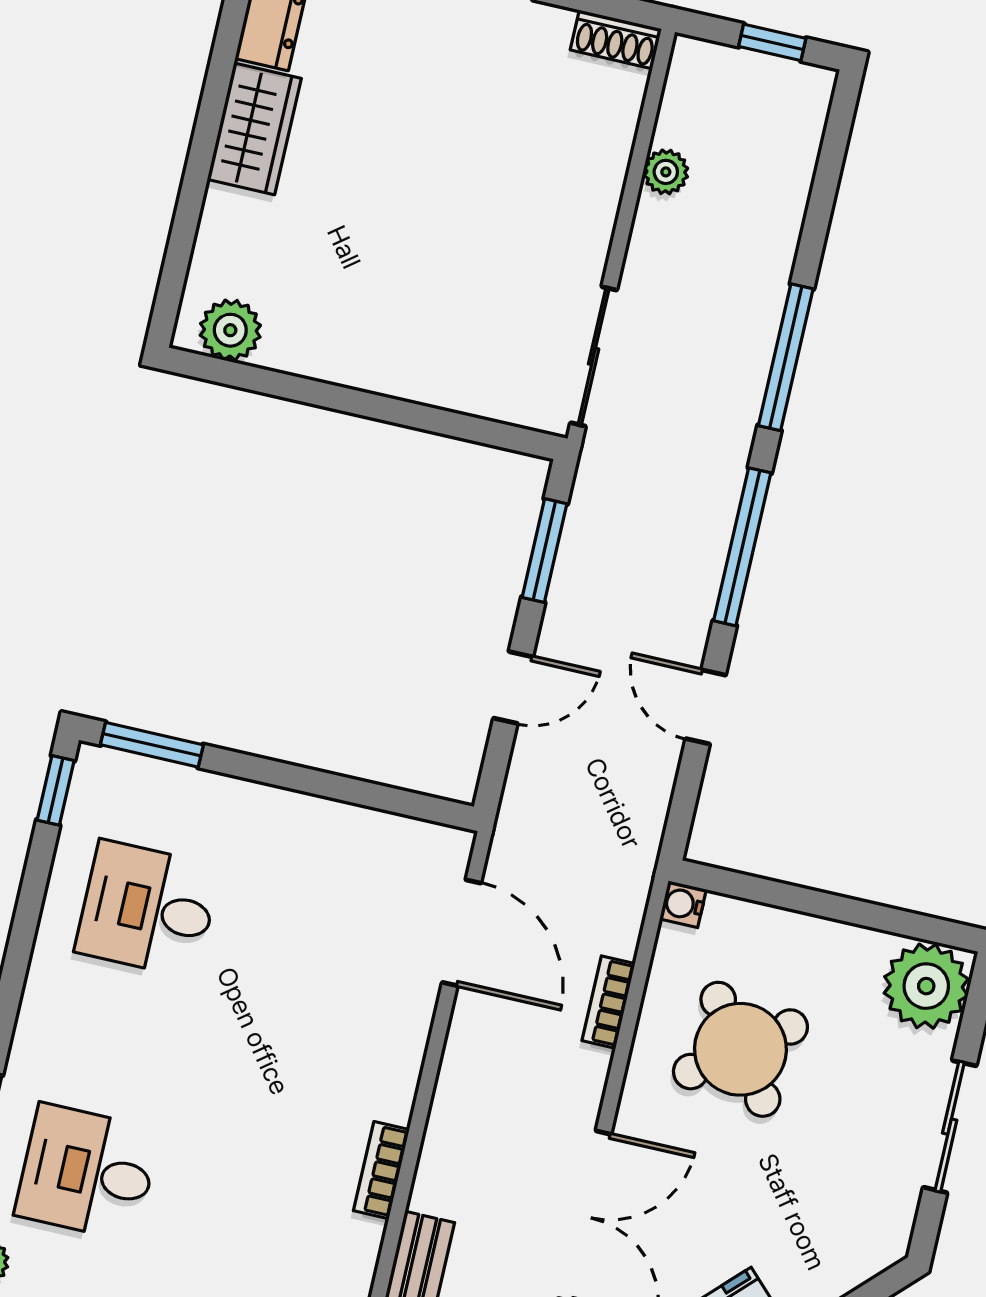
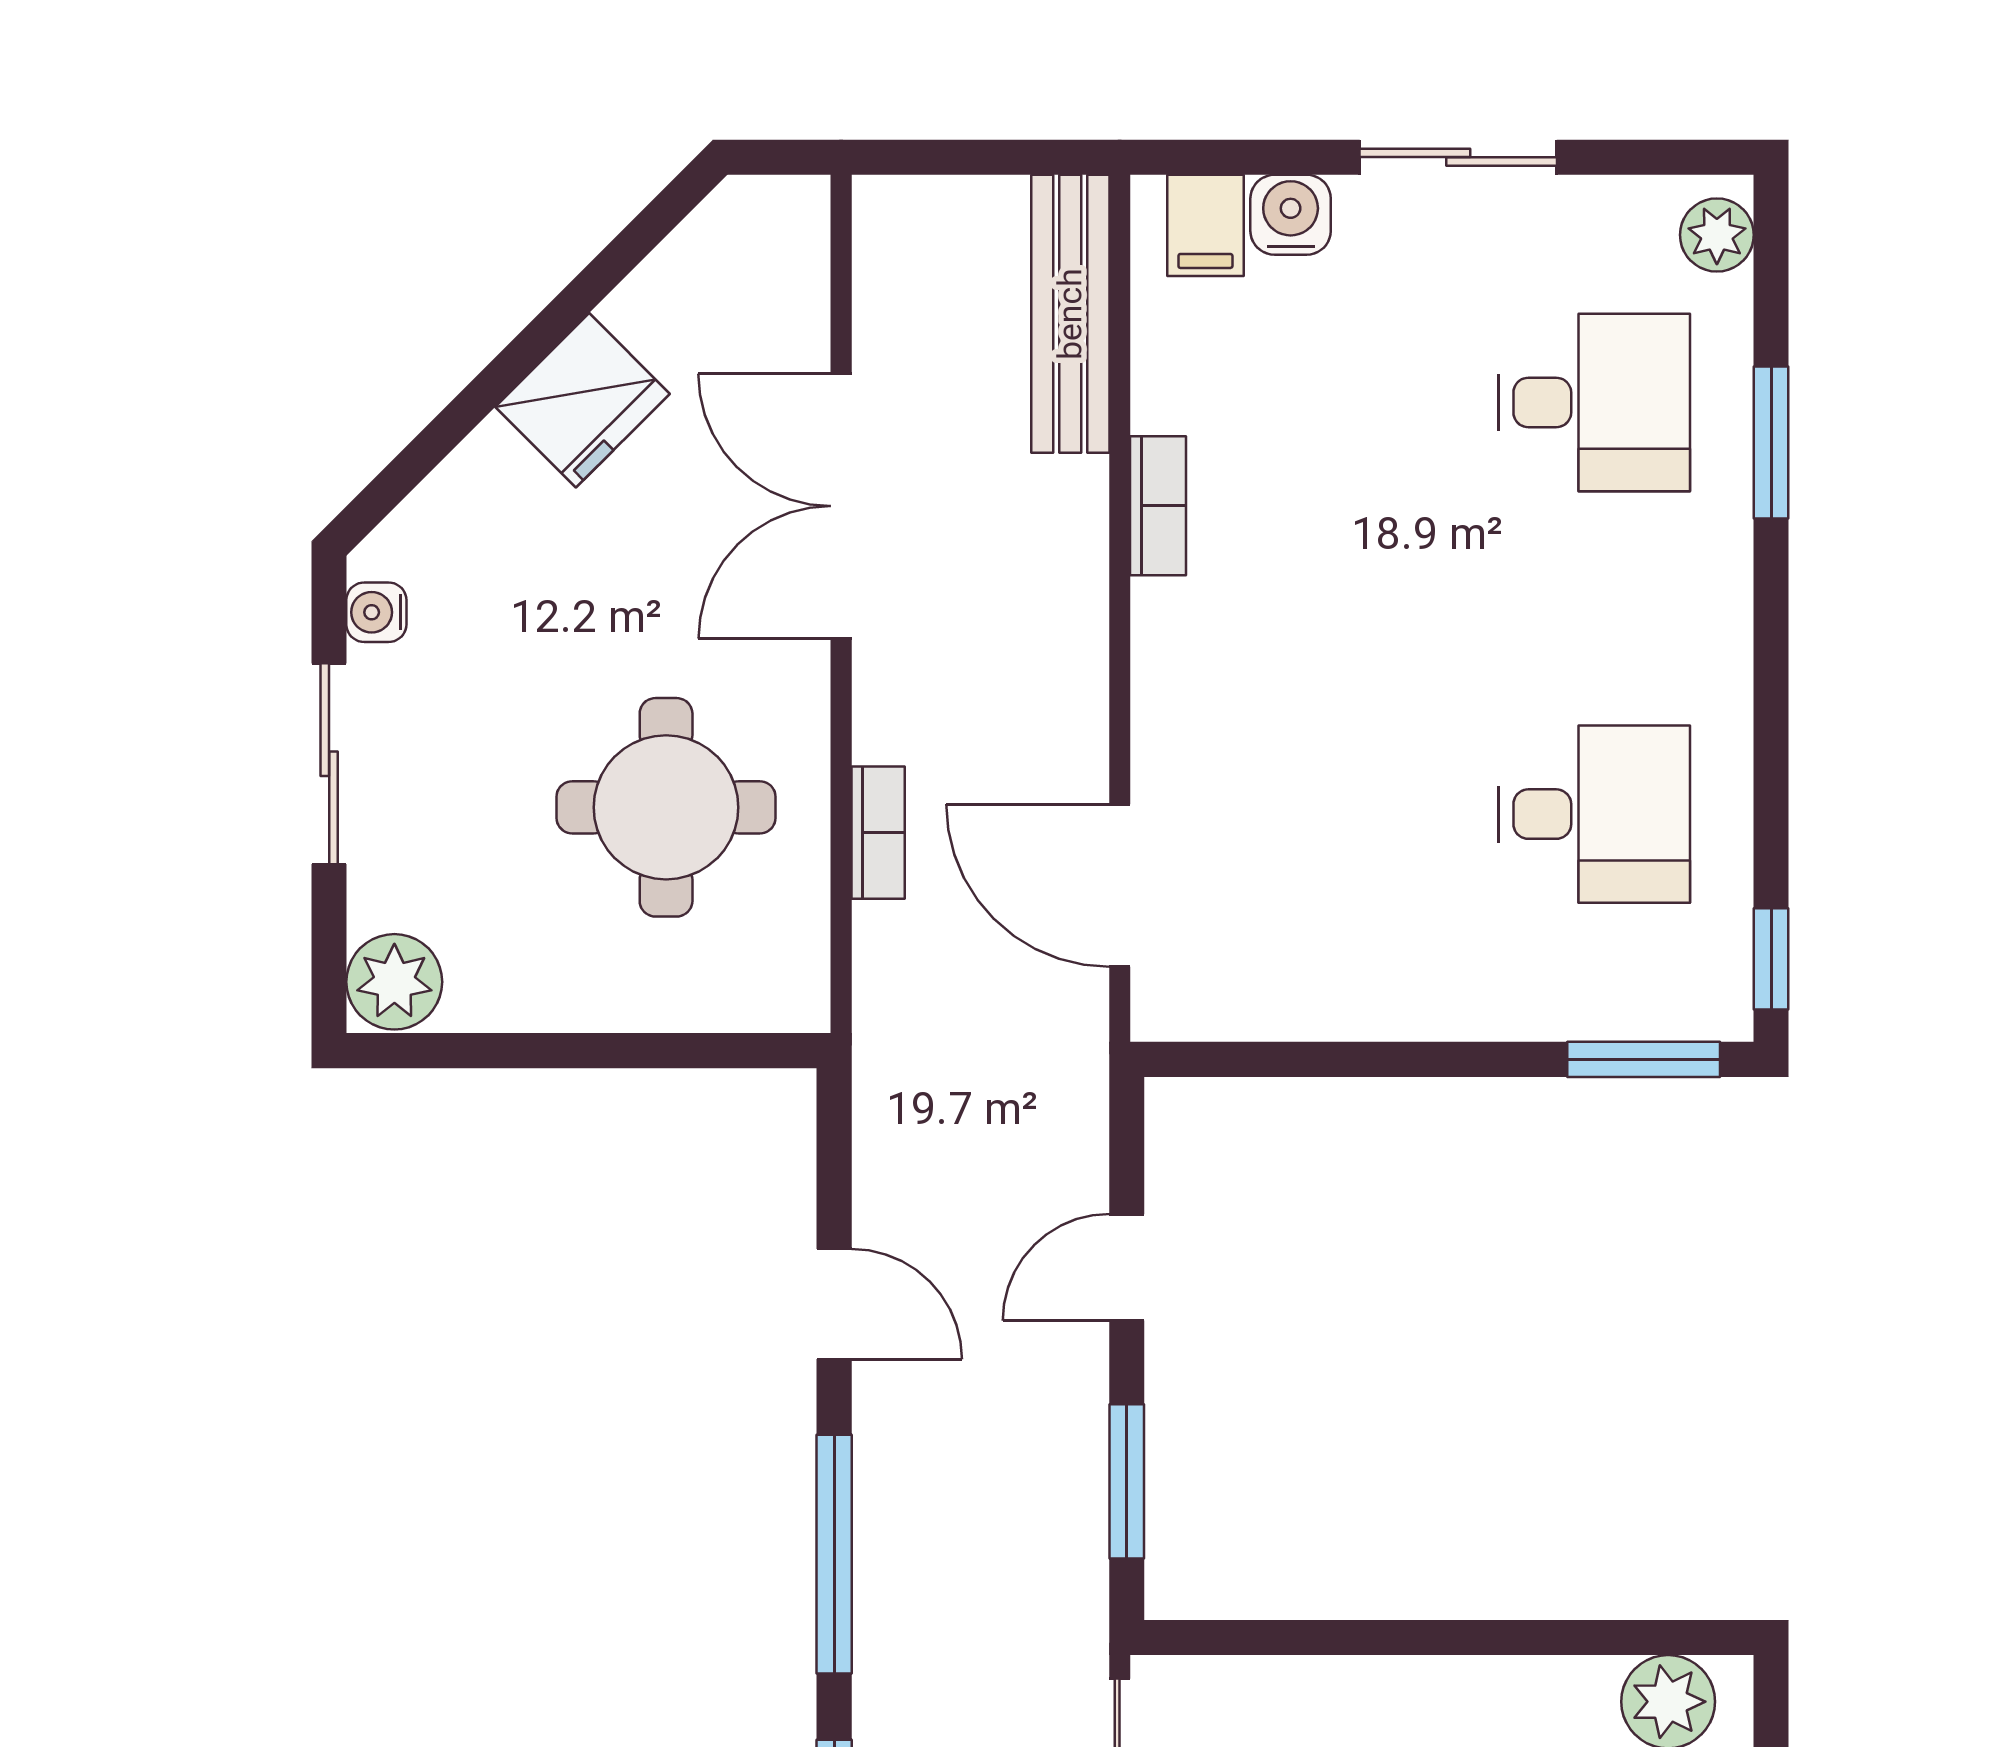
water cooler: (683, 904) -> (376, 612), moved, turned 180
plant: (926, 986) -> (394, 982), width x0.73, depth x0.73
round table: (740, 1049) -> (666, 807), turned 37

